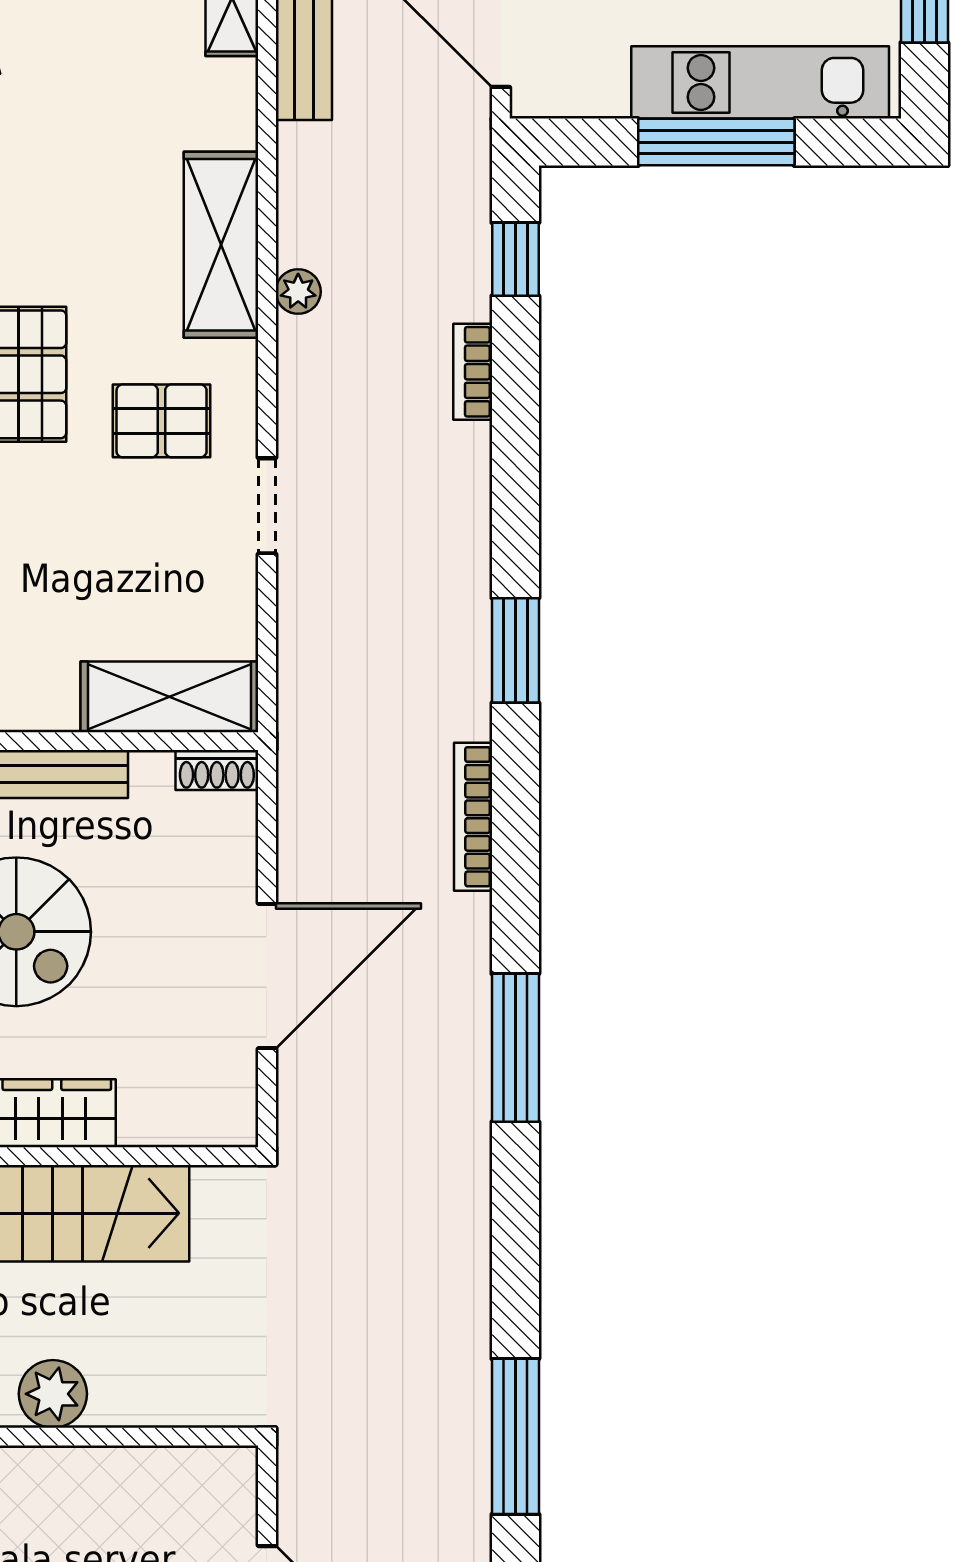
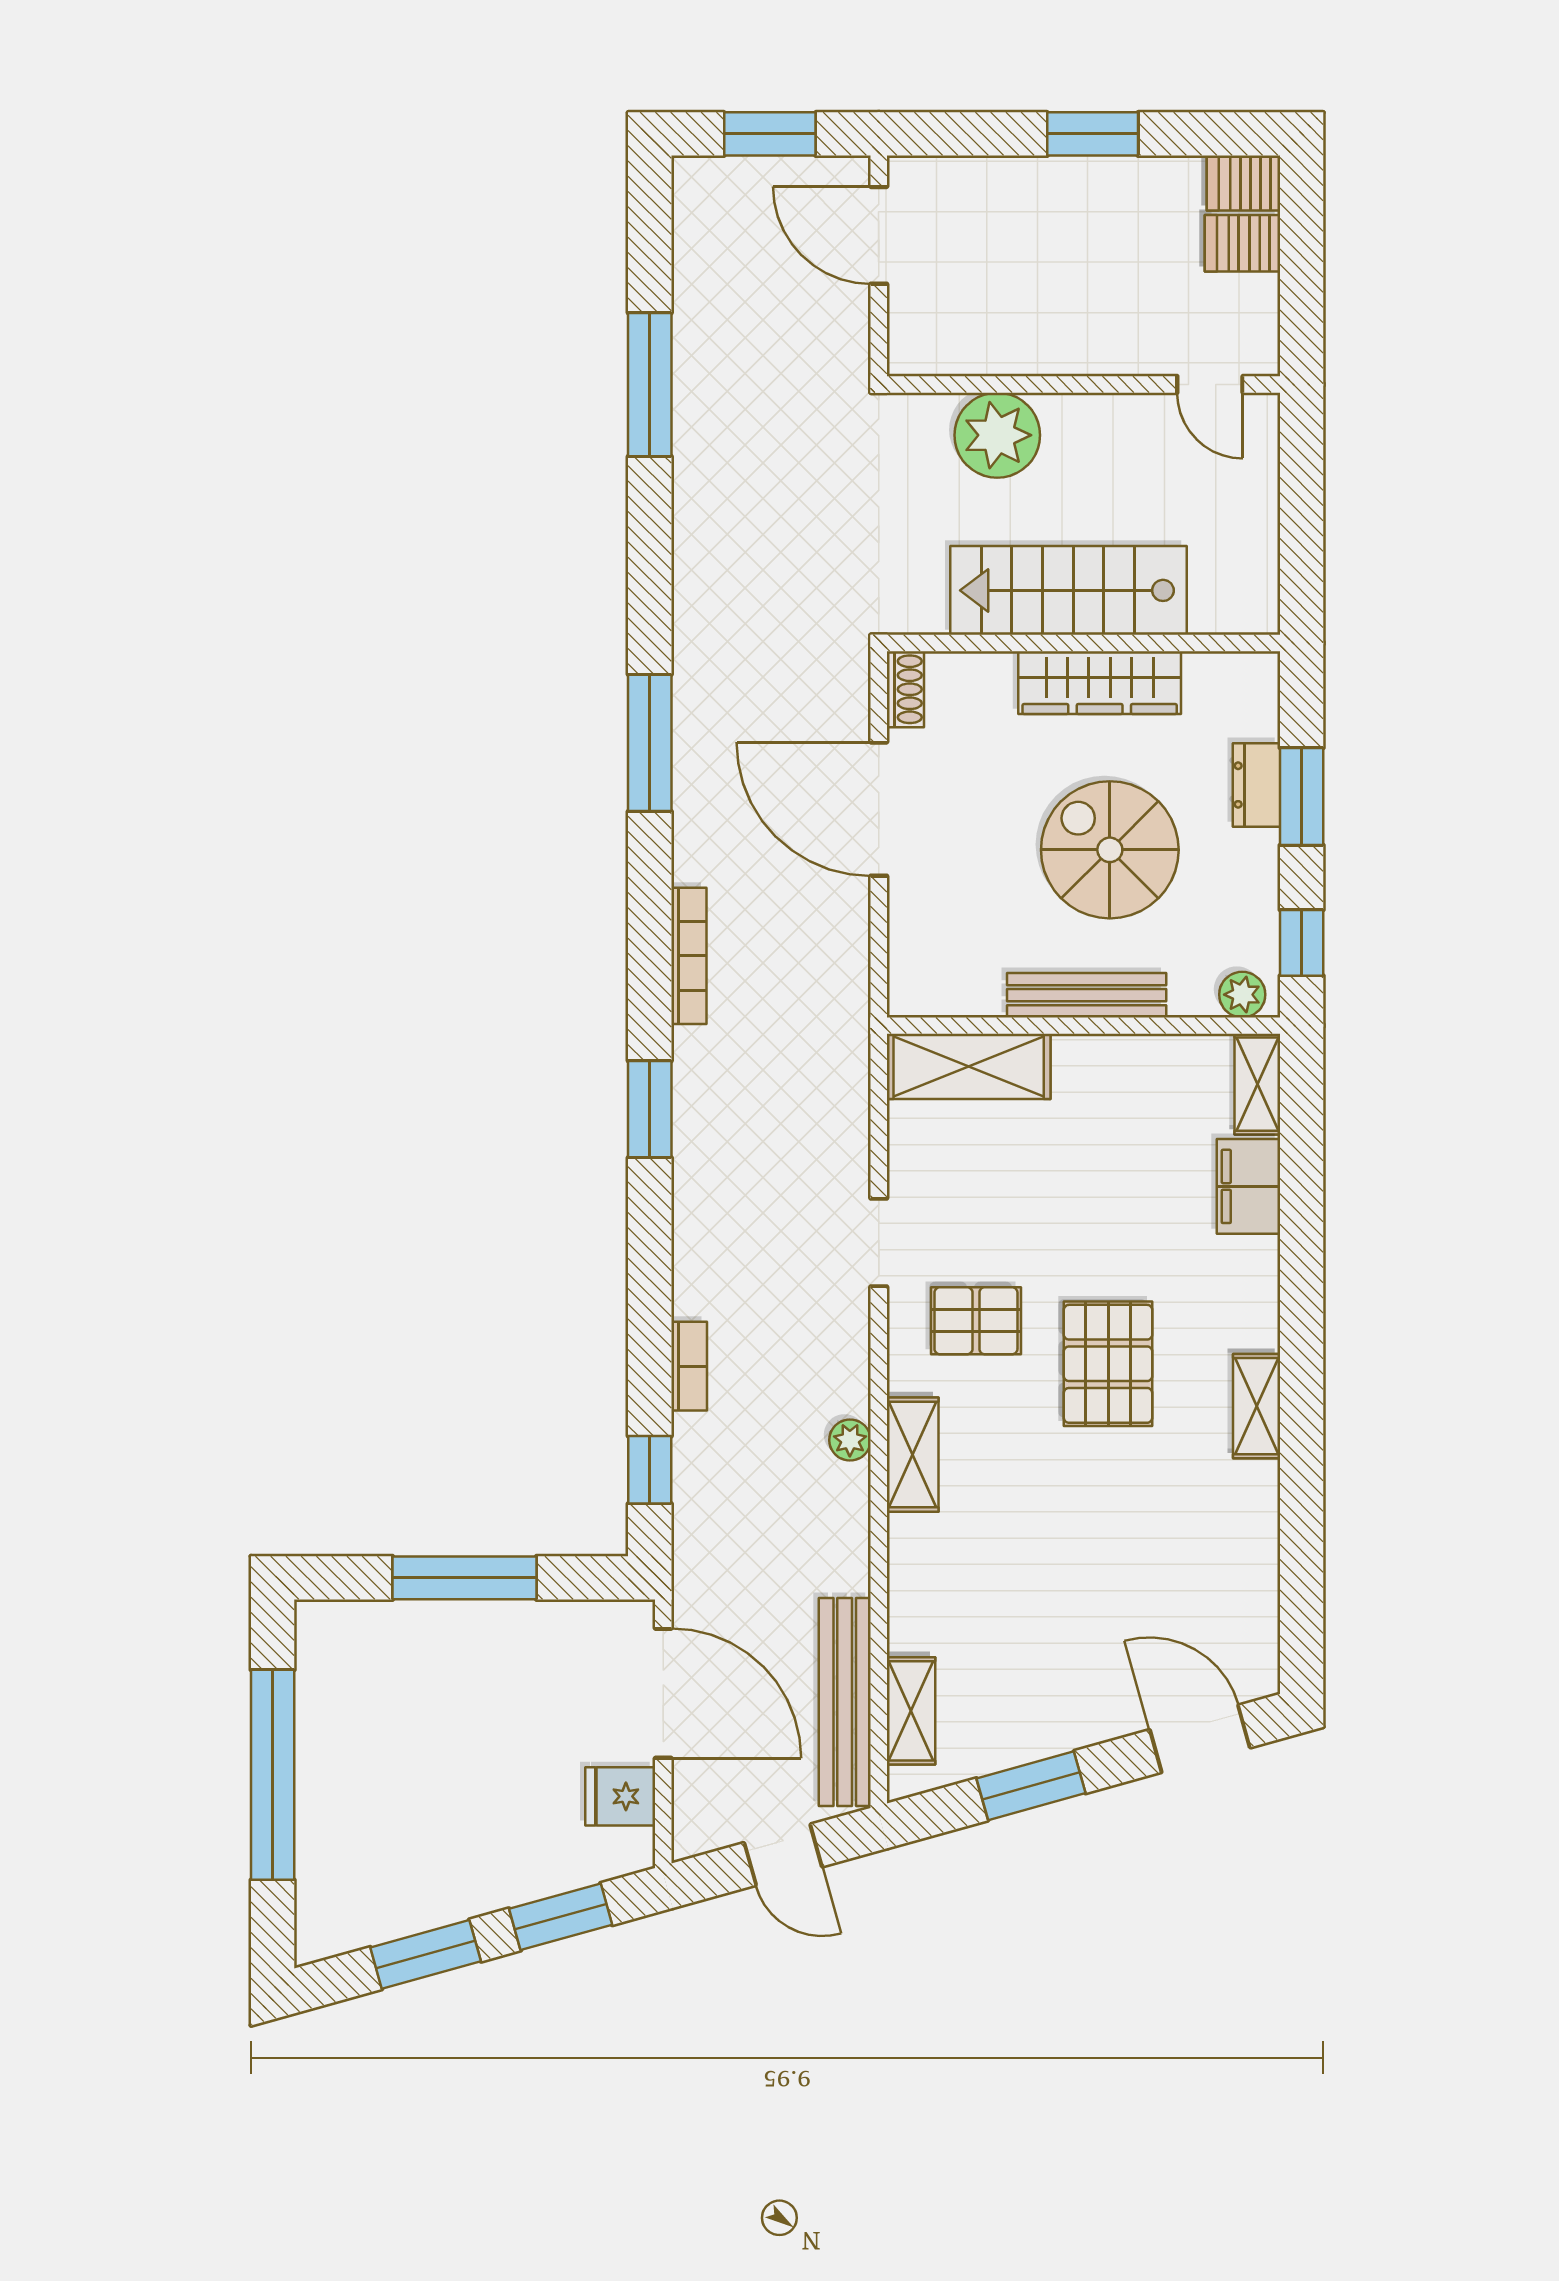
kitchen unit: (760, 82) -> (424, 1633), removed
shelving: (221, 245) -> (913, 1455), width x0.67, depth x0.75
shoe rack: (217, 770) -> (905, 689), moved, turned 90
door: (267, 976) -> (879, 809), hinge flipped
plant: (53, 1394) -> (997, 435), moved, width x1.36, depth x1.36

